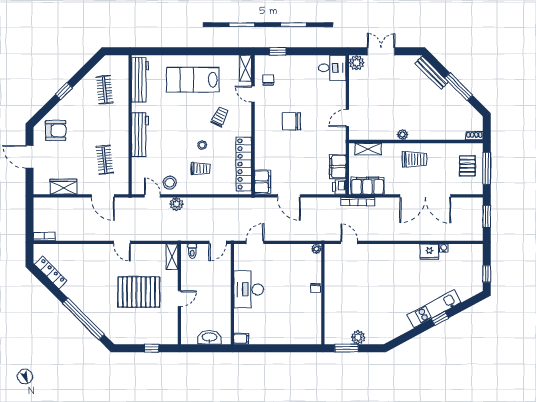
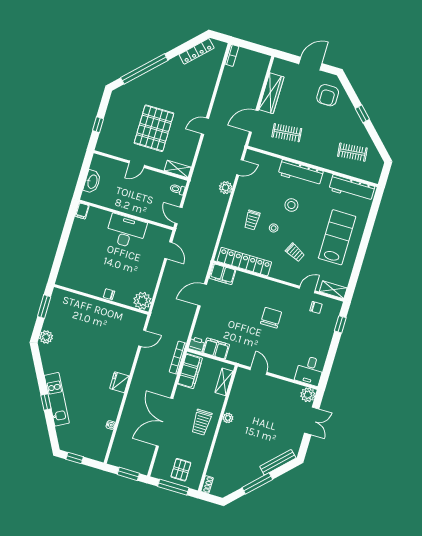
pallet: (467, 166) -> (181, 470), turned 90
stool: (170, 183) -> (291, 205), moved
wardrobe: (63, 187) -> (271, 93), width x1.50
plant: (316, 249) -> (142, 301), width x1.88, depth x1.88
fridge: (429, 252) -> (120, 382), moved
door: (179, 299) -> (137, 164), hinge flipped
plant: (358, 337) -> (46, 337), moved

